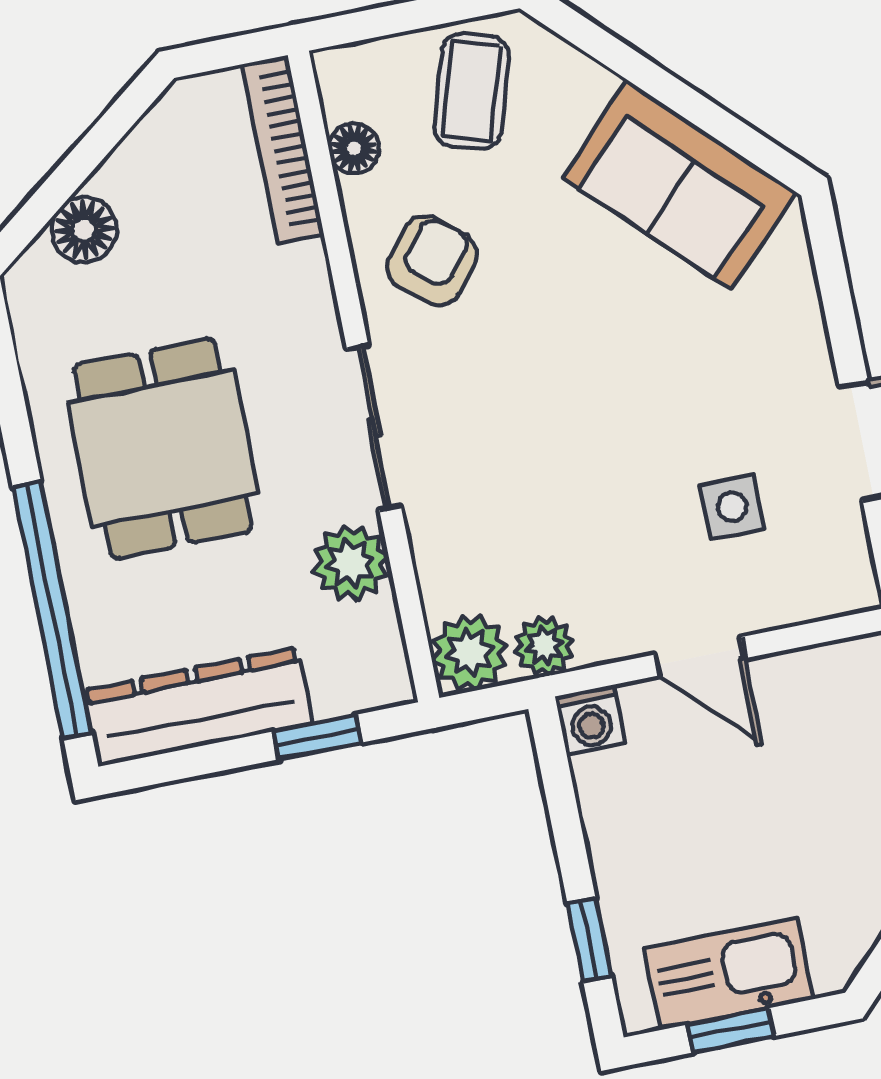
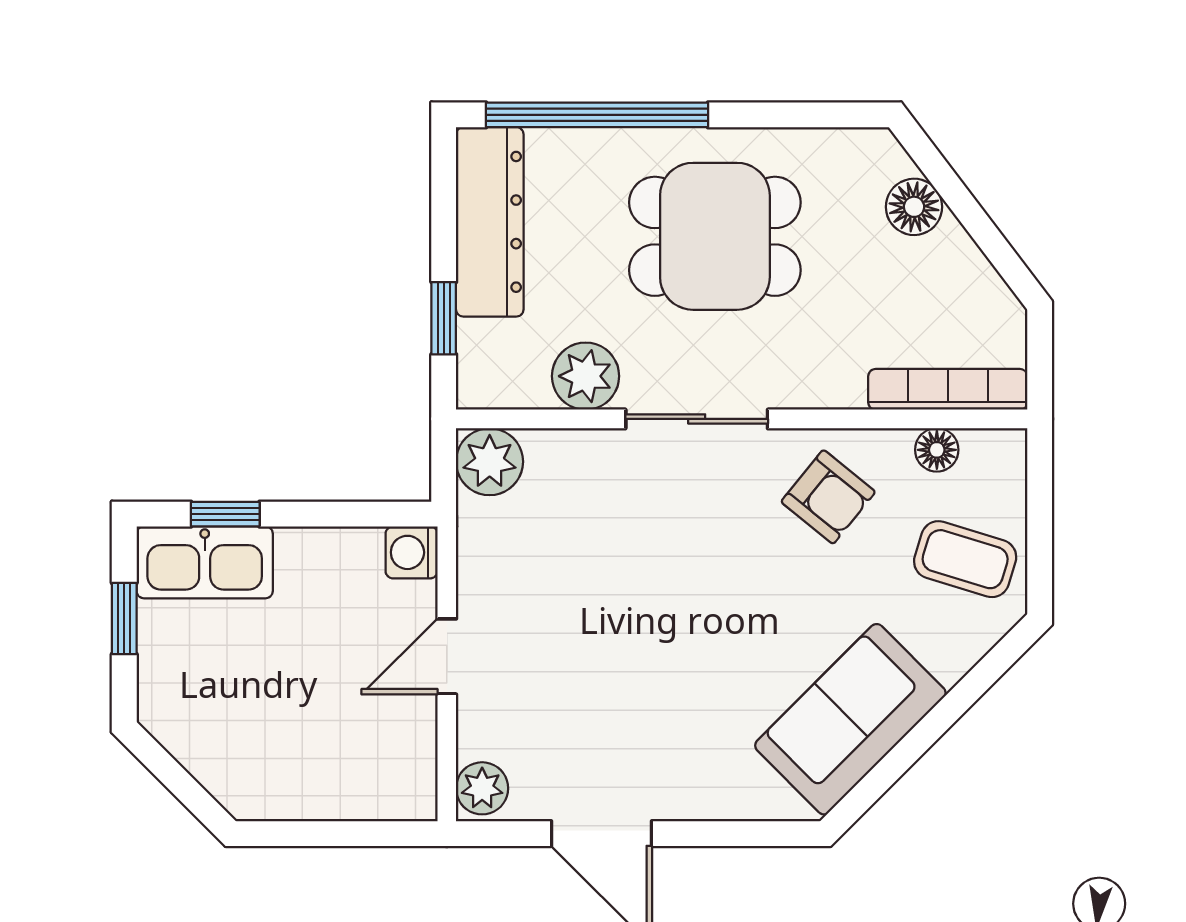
side table: (732, 507) -> (568, 709), removed
plant: (544, 646) -> (482, 788), moved
kitchen sink: (729, 974) -> (205, 562), moved, turned 90

